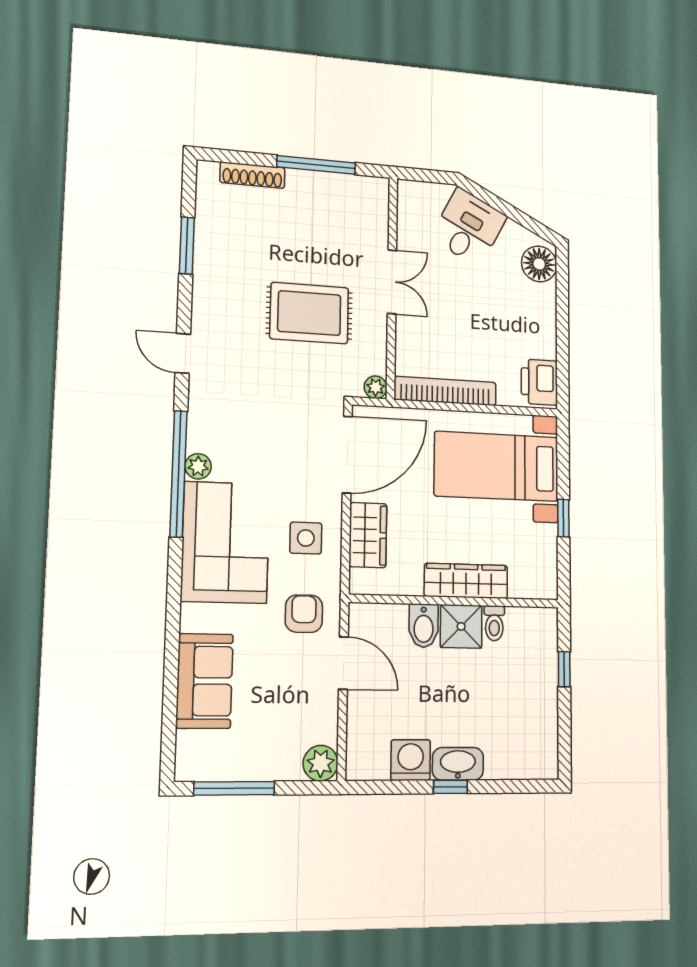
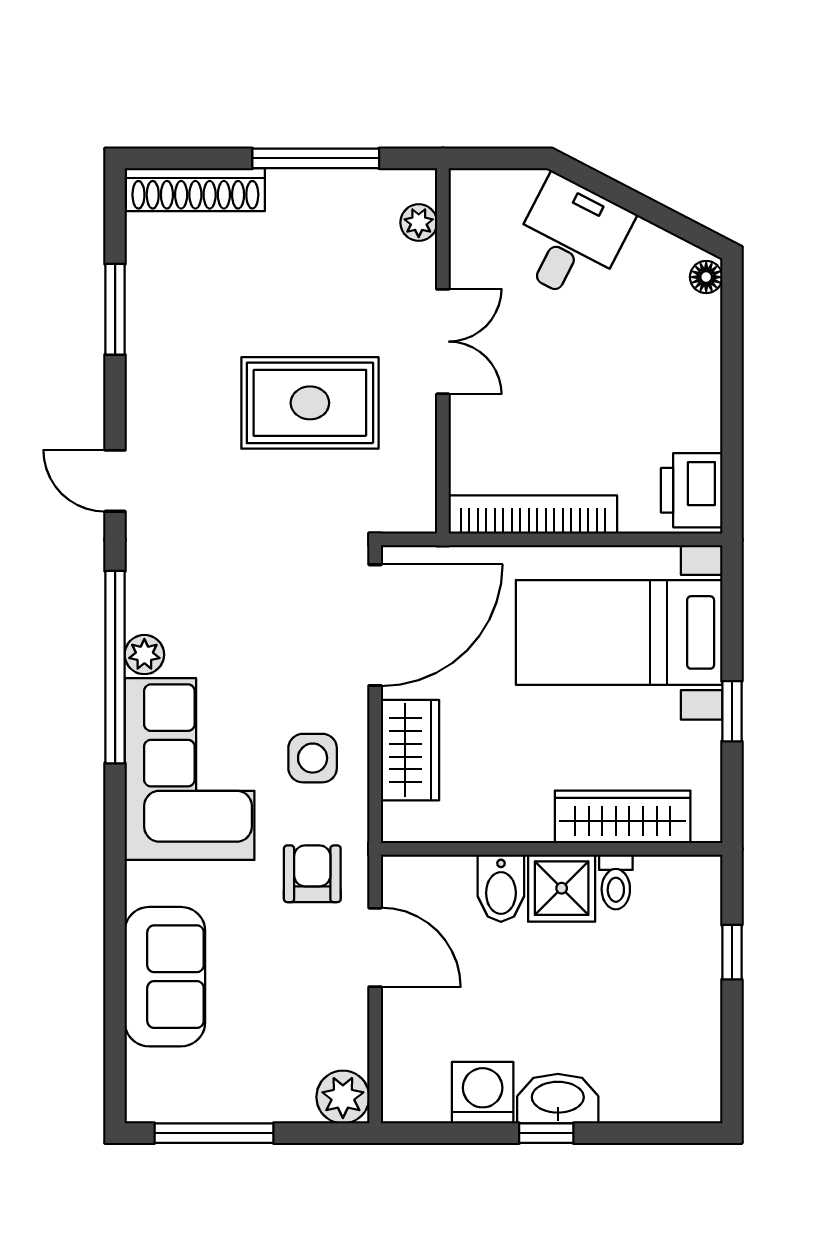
shoe rack: (252, 175) -> (195, 190), width x1.36, depth x1.24
floor lamp: (539, 264) -> (706, 277), width x0.53, depth x0.53
plant: (376, 387) -> (419, 223), moved
wardrobe: (466, 581) -> (623, 817), moved

